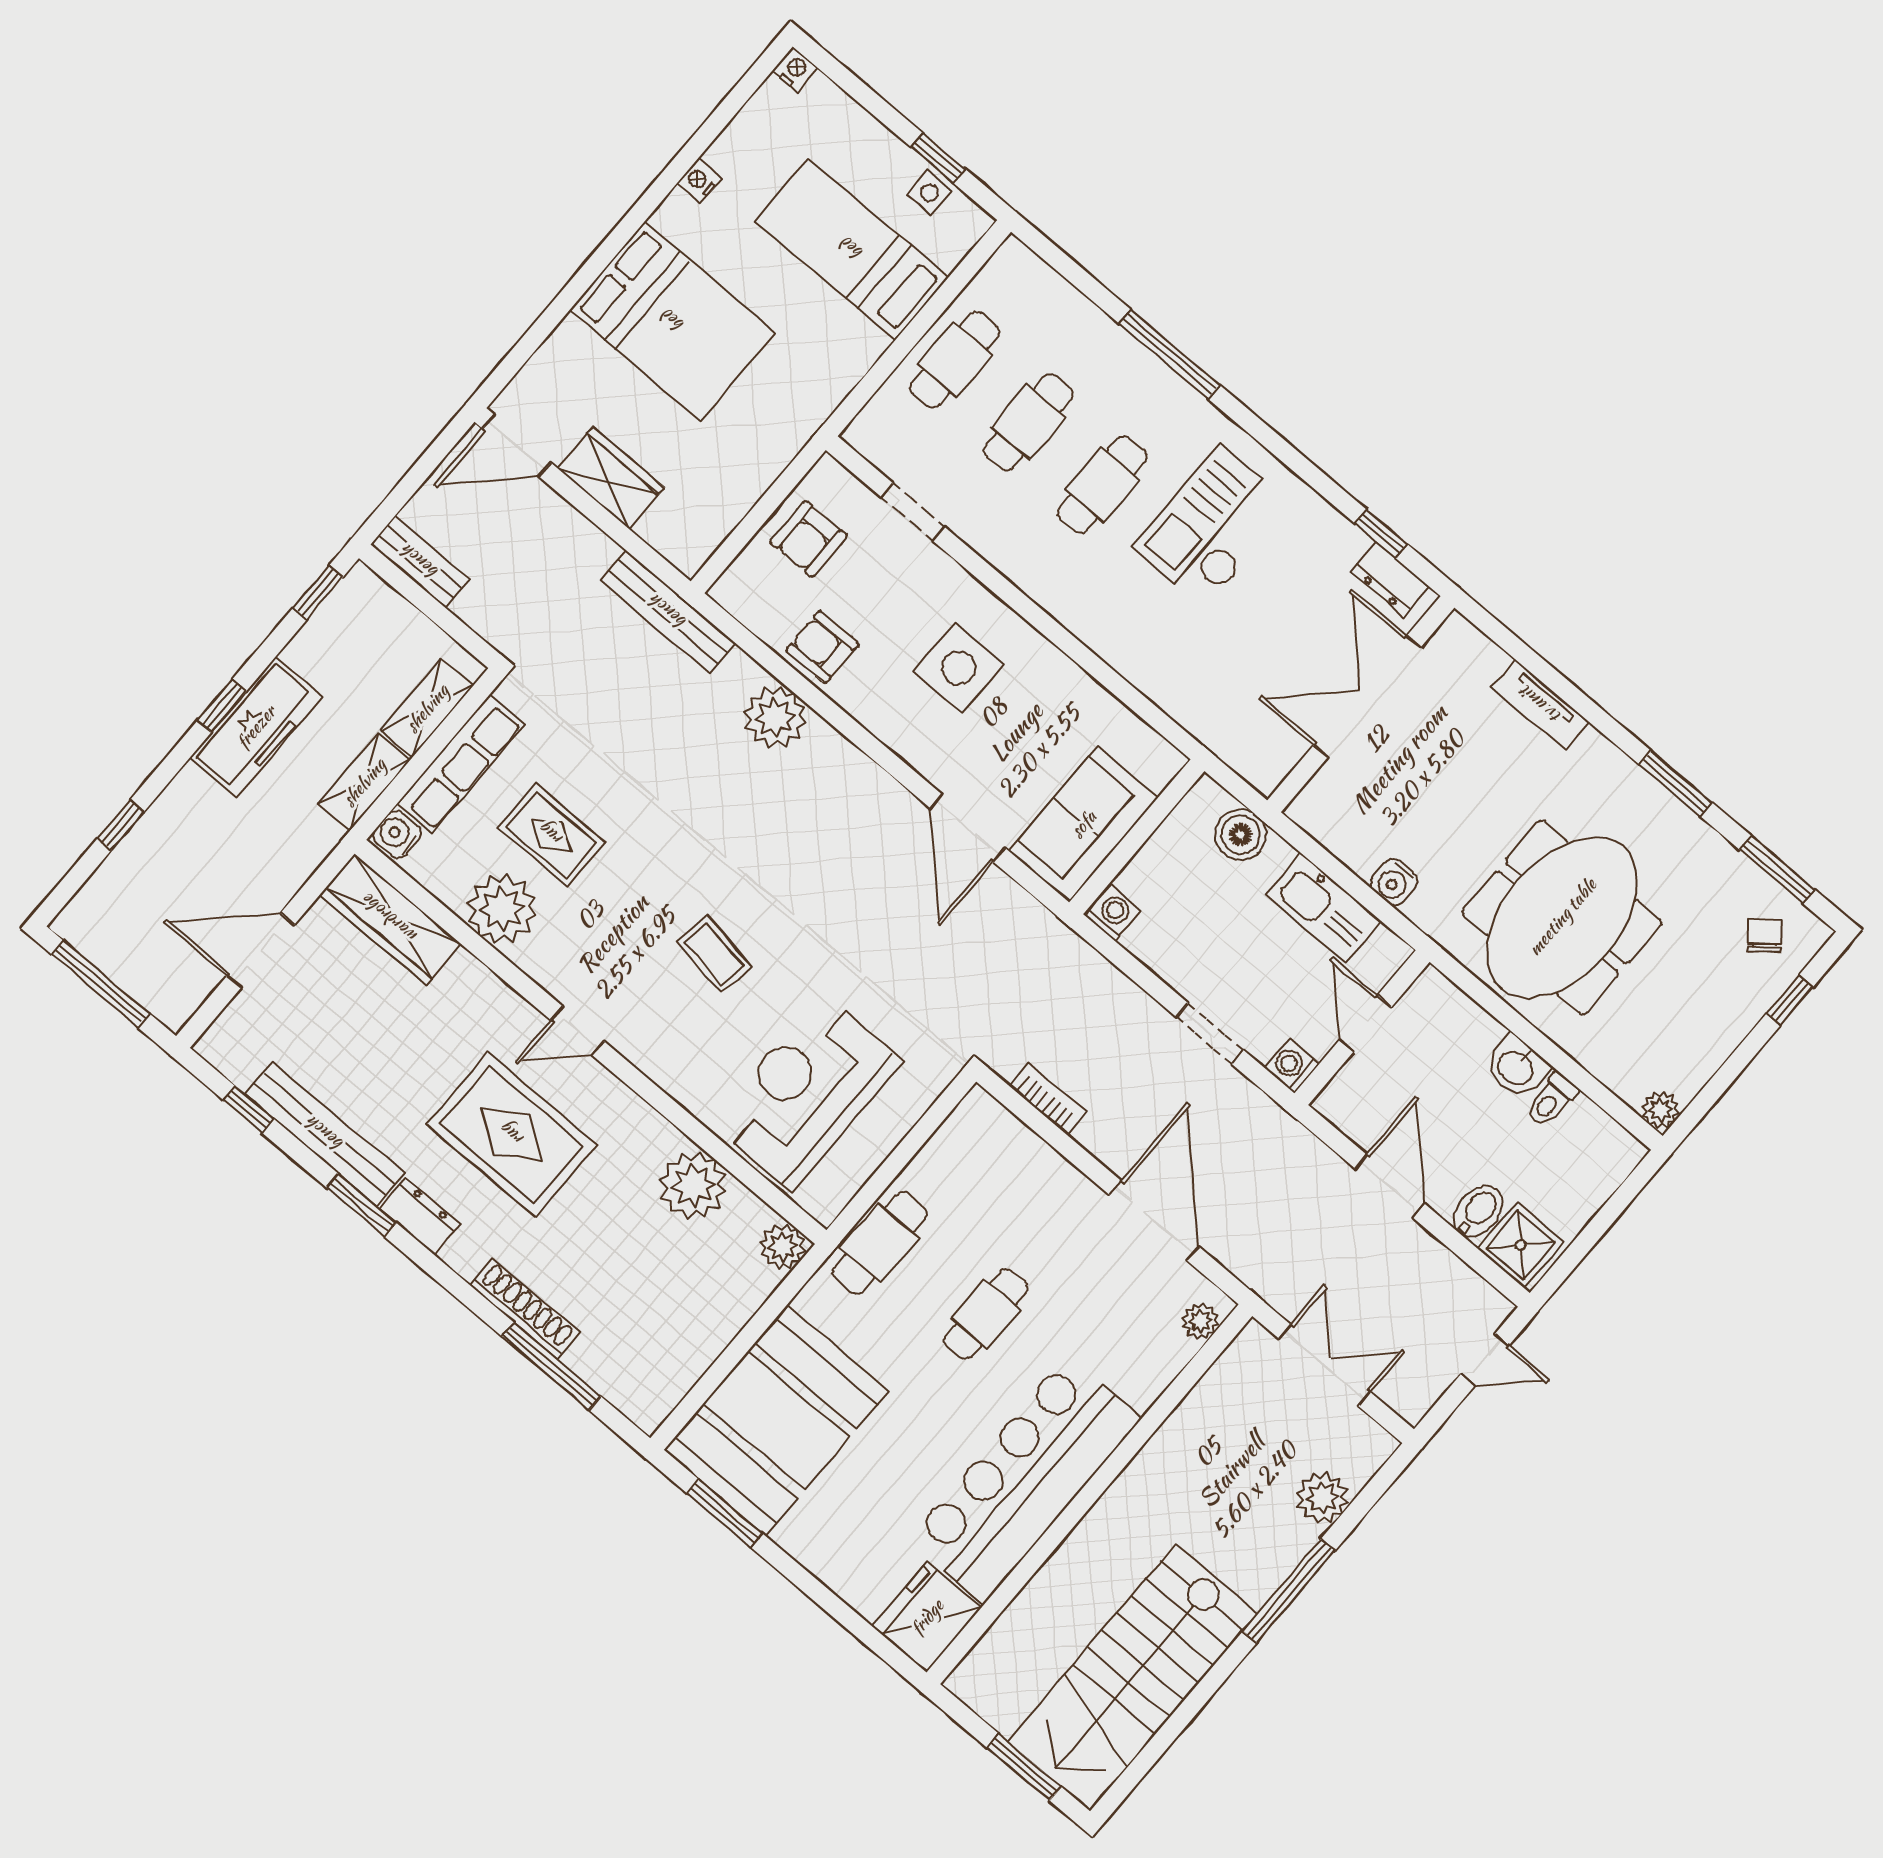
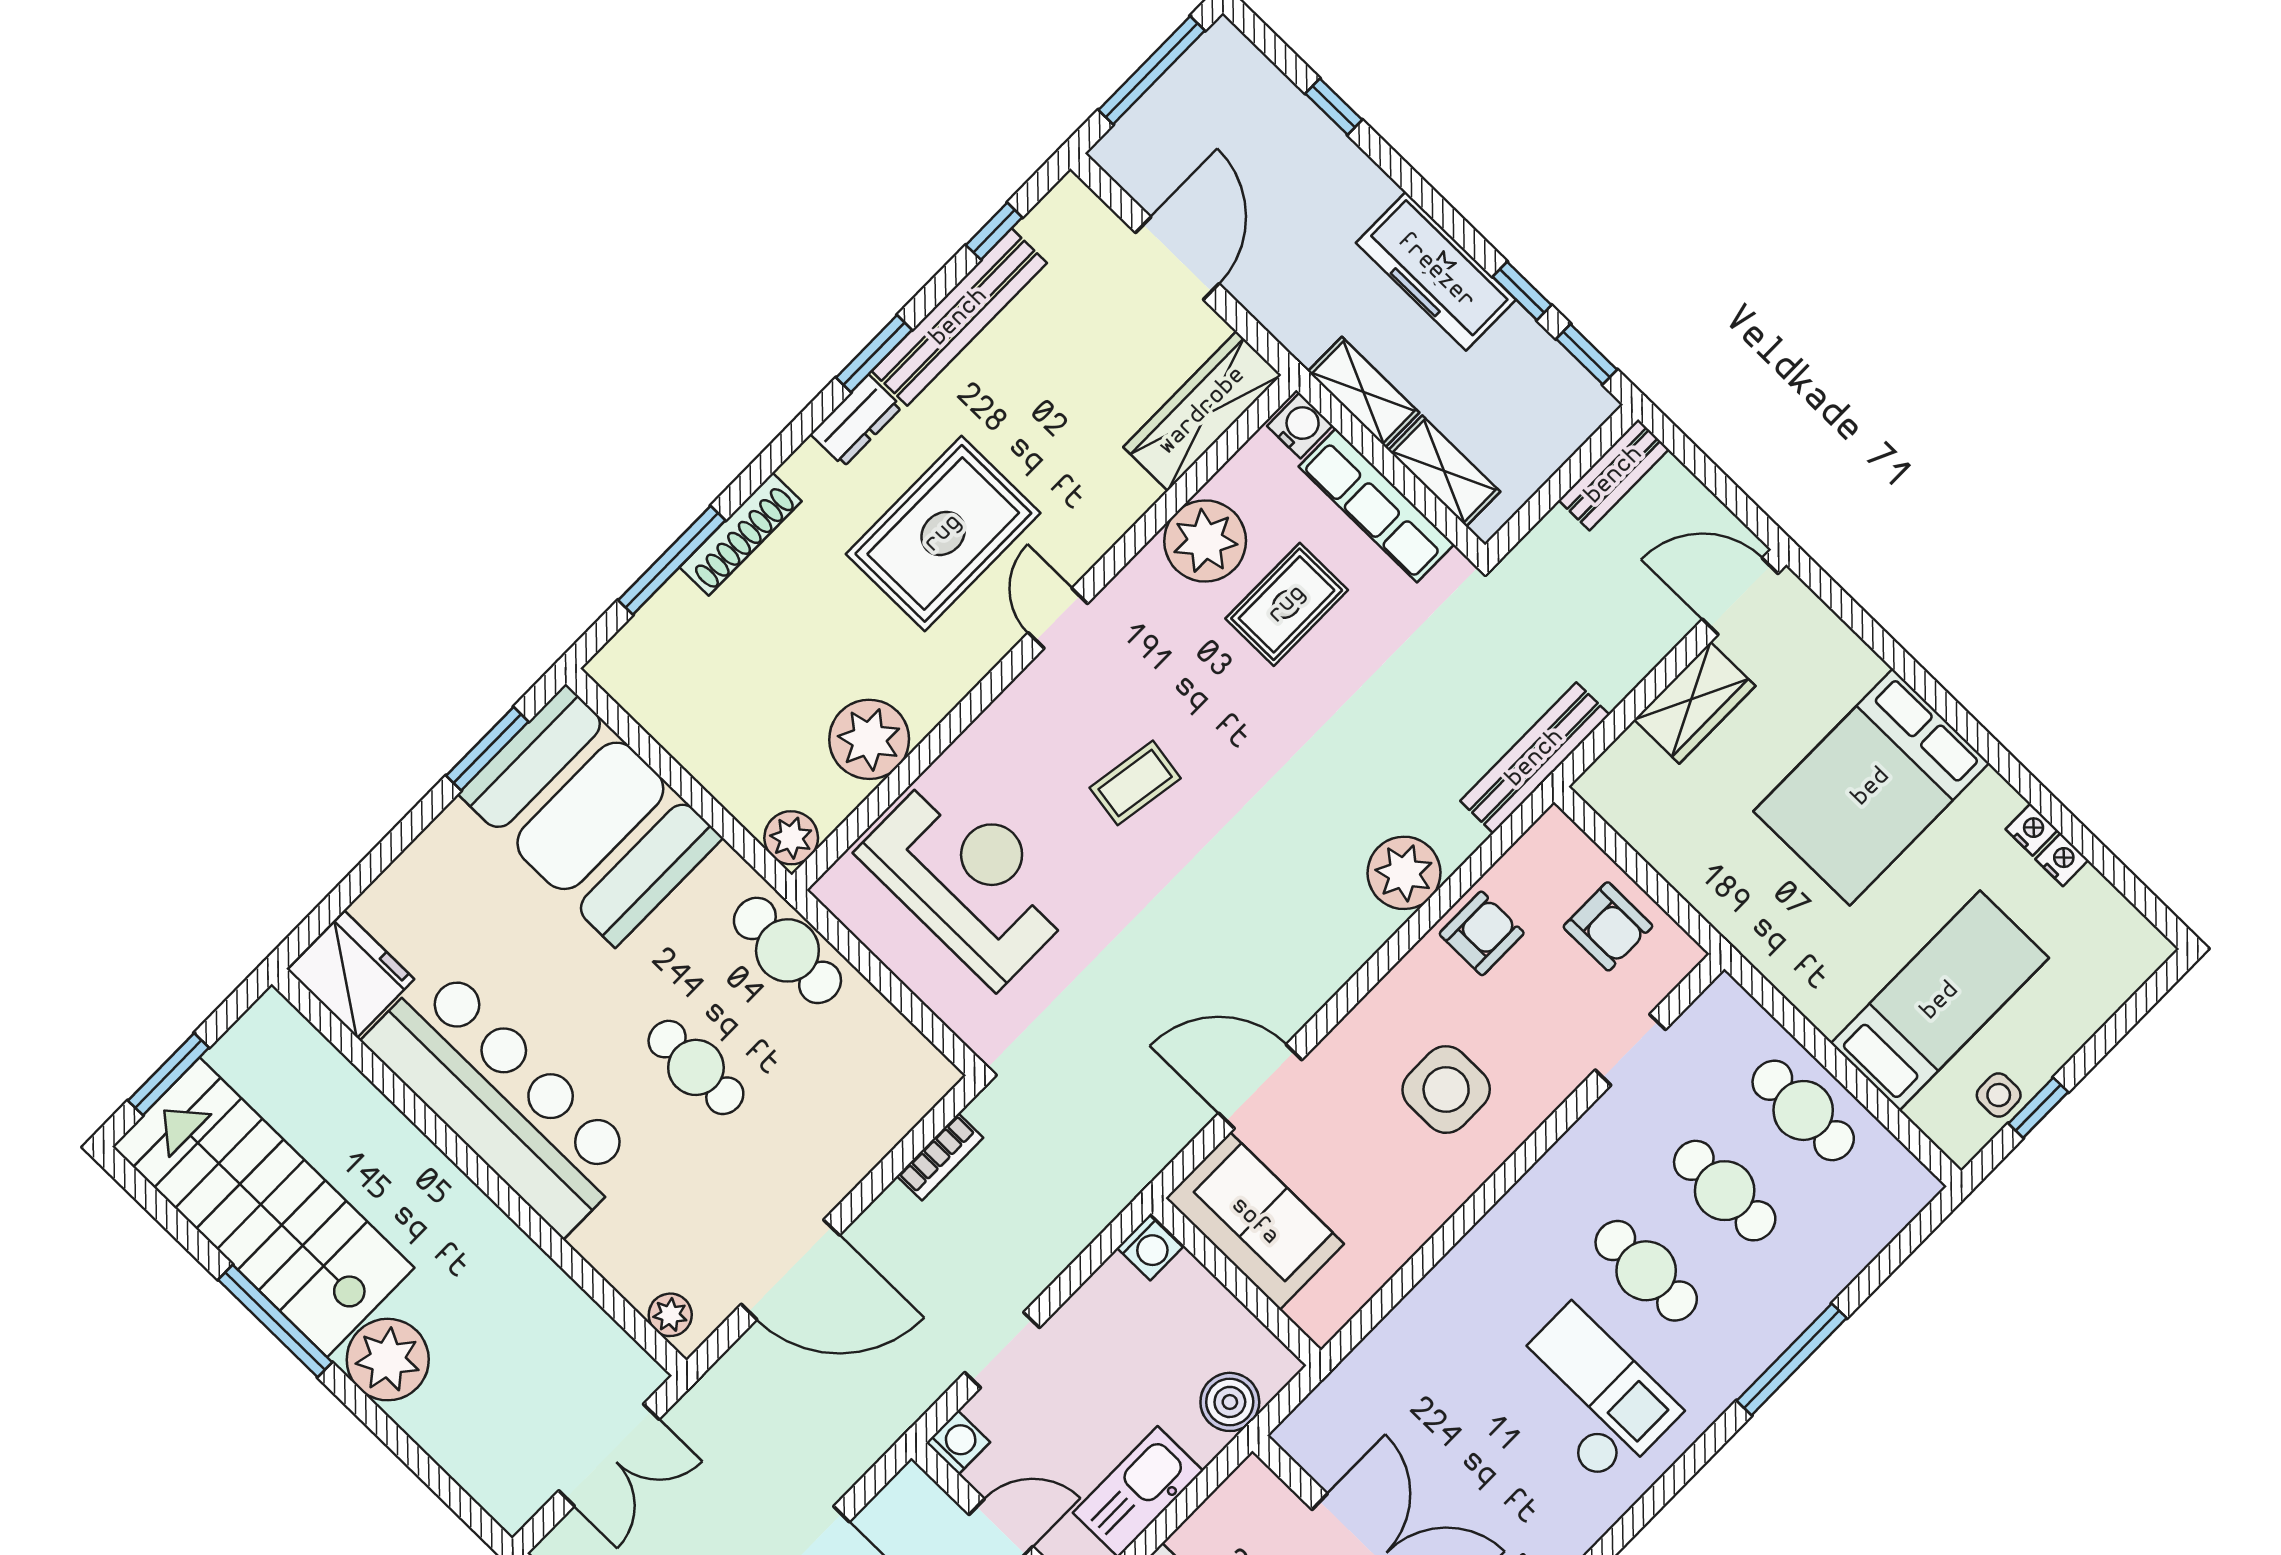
nightstand: (795, 69) -> (2062, 860), moved, turned -90
door: (517, 446) -> (1740, 596), hinge flipped
armchair: (809, 539) -> (1608, 926), turned 180
window: (222, 706) -> (1522, 291), moved
plant: (1322, 1498) -> (388, 1360), moved, width x1.36, depth x1.36
window: (1289, 1591) -> (275, 1321), moved

